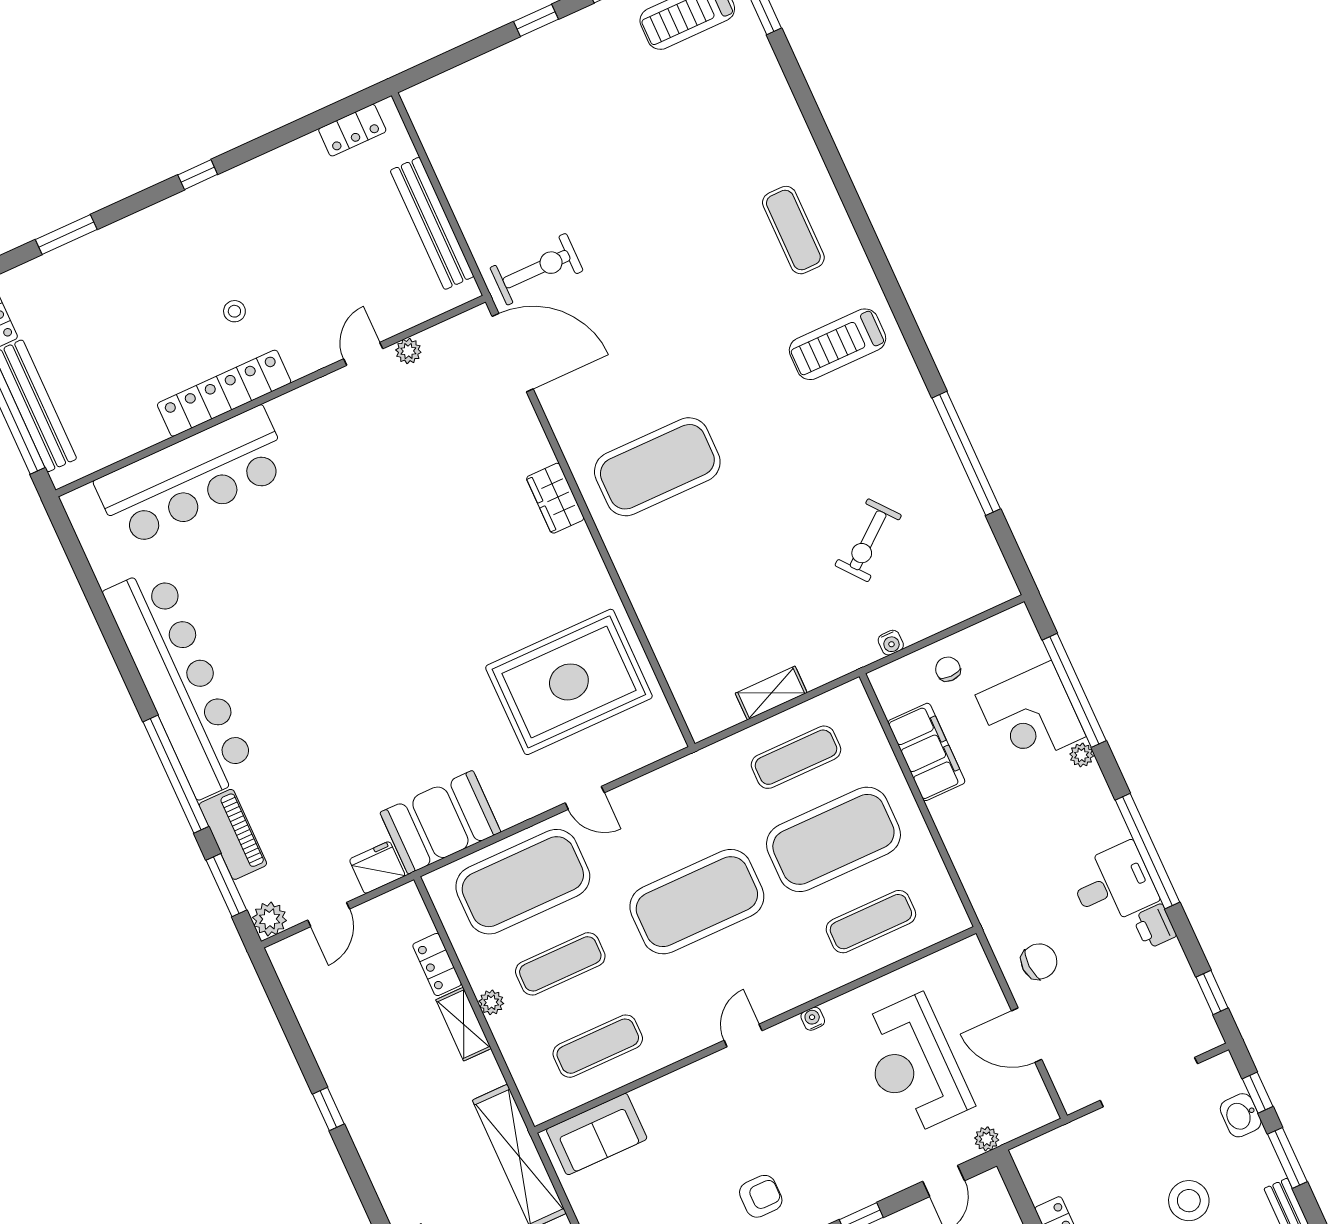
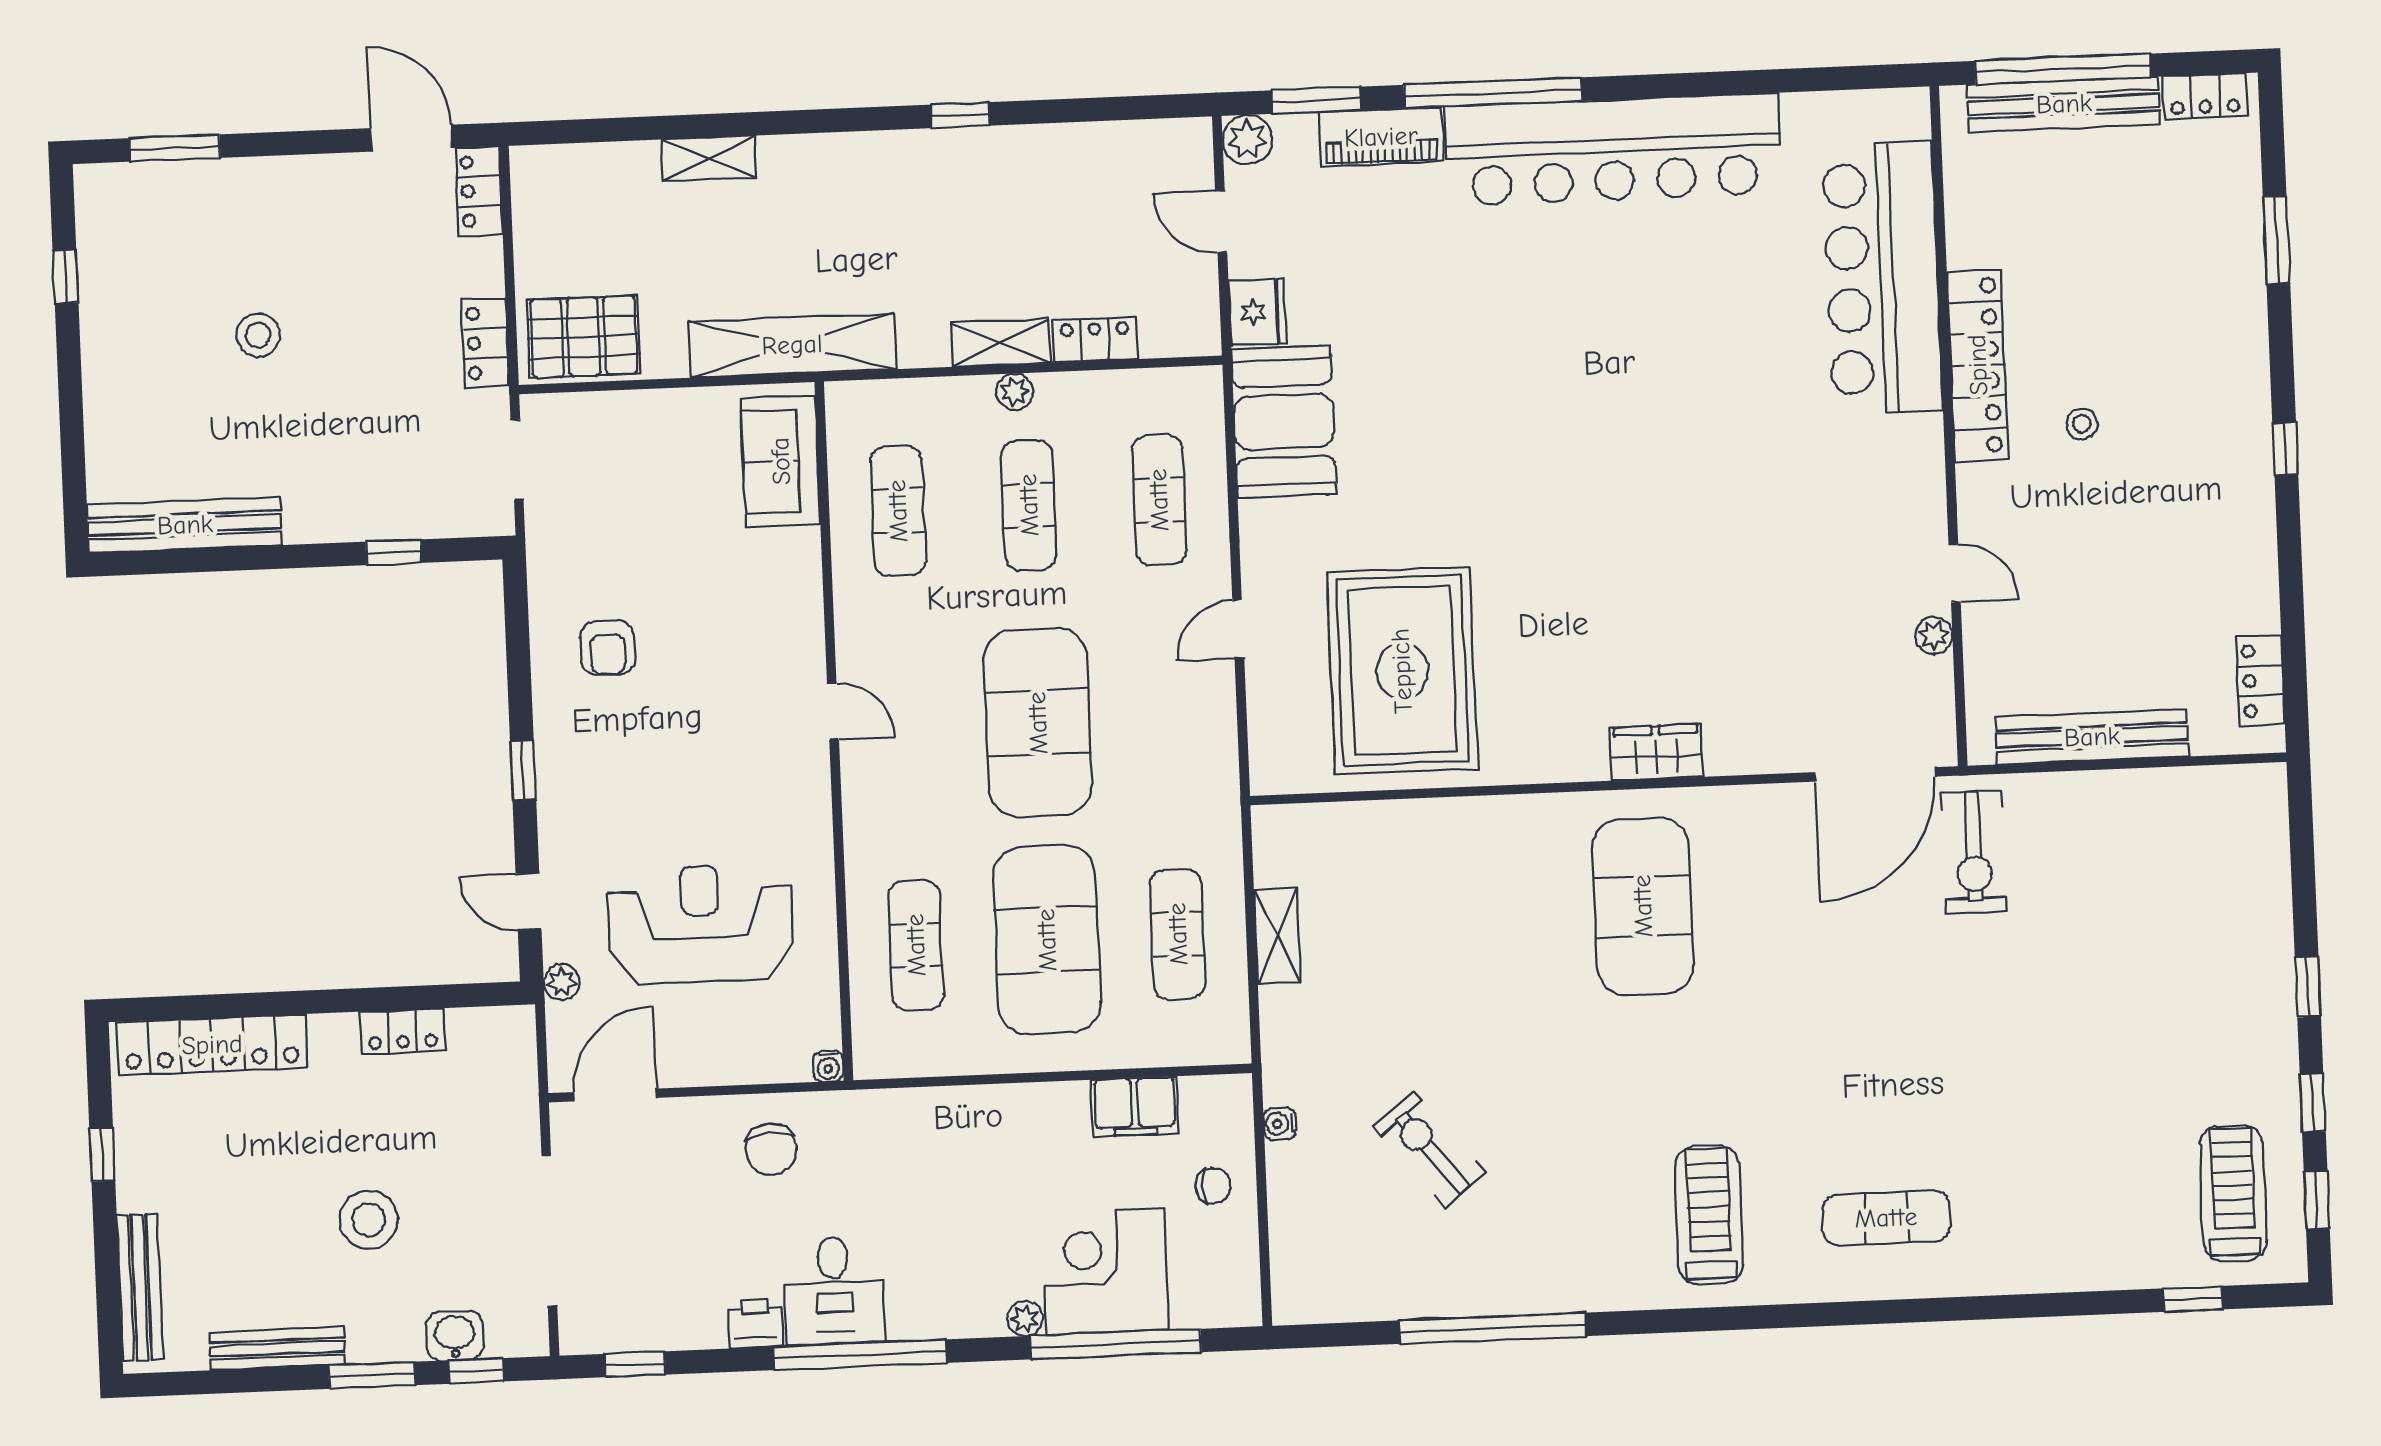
filing cabinet: (926, 752) -> (1135, 1106), width x0.67, depth x0.86
exercise mat: (523, 882) -> (1159, 500), width x0.50, depth x0.69
water cooler: (813, 1019) -> (828, 1066), moved, turned 90
door: (1027, 1035) -> (615, 1095), moved

